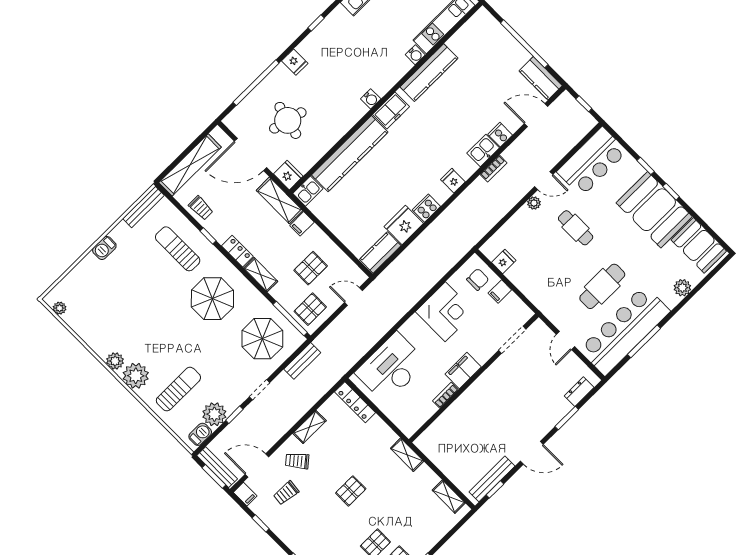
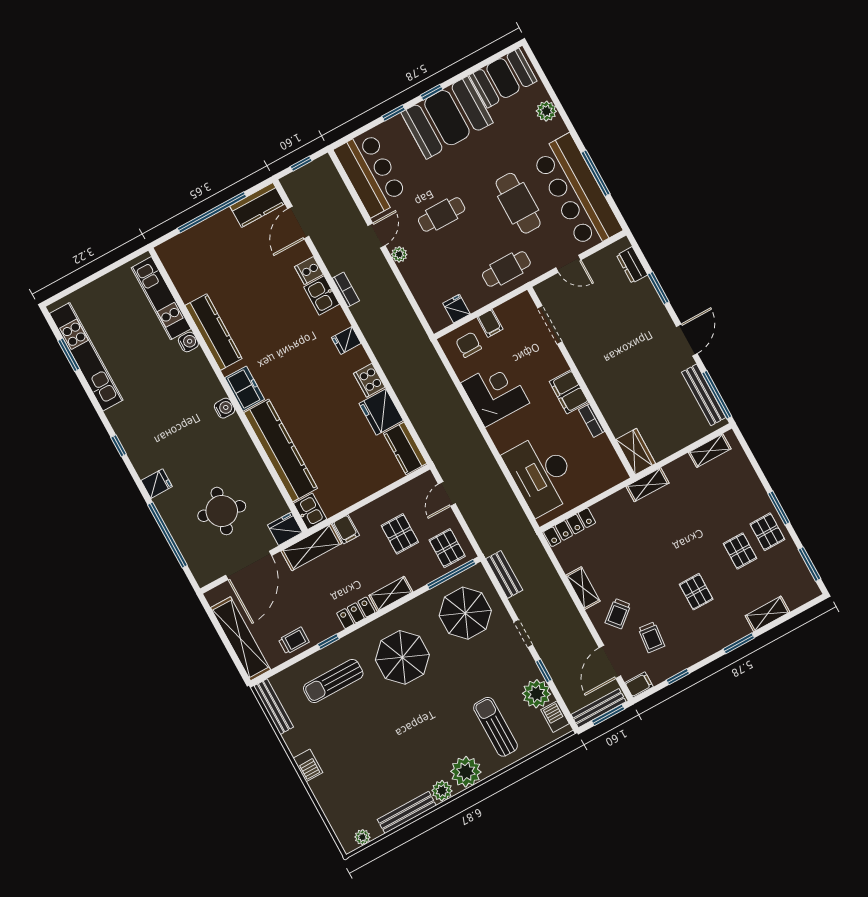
cafe table: (547, 292) -> (506, 269), added
bench: (90, 338) -> (407, 812), added
wardrobe: (431, 438) -> (636, 451), added
window: (495, 489) -> (717, 395), width x2.17
pallet: (351, 491) -> (696, 592), moved

